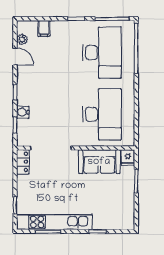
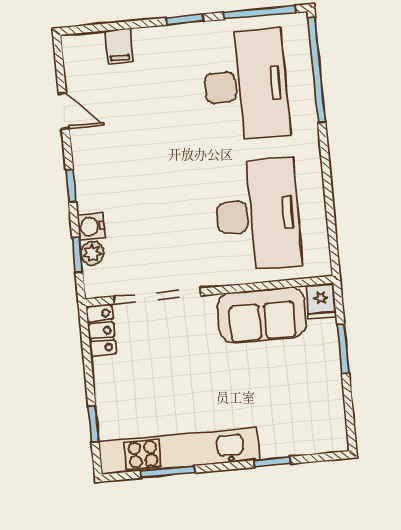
plant: (22, 40) -> (92, 253), moved

